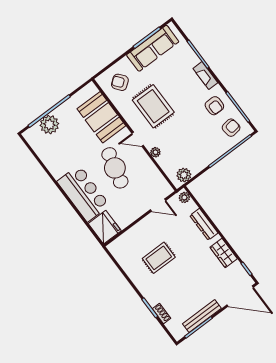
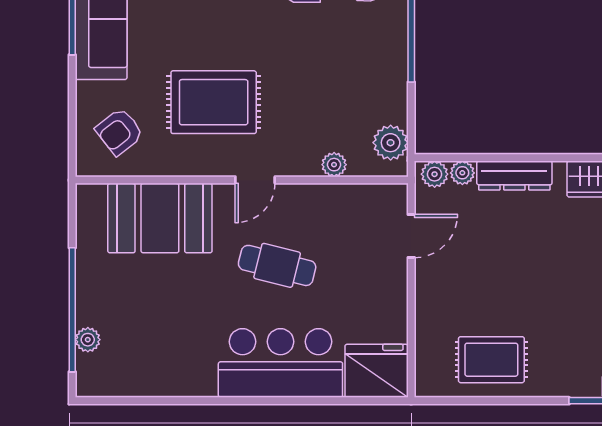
plant: (49, 125) -> (88, 340), width x0.53, depth x0.53
plant: (155, 152) -> (334, 165), moved
cafe table: (115, 168) -> (277, 265), width x0.73, depth x0.74
plant: (192, 206) -> (462, 173), added
rug: (159, 258) -> (491, 360), moved, turned 90

